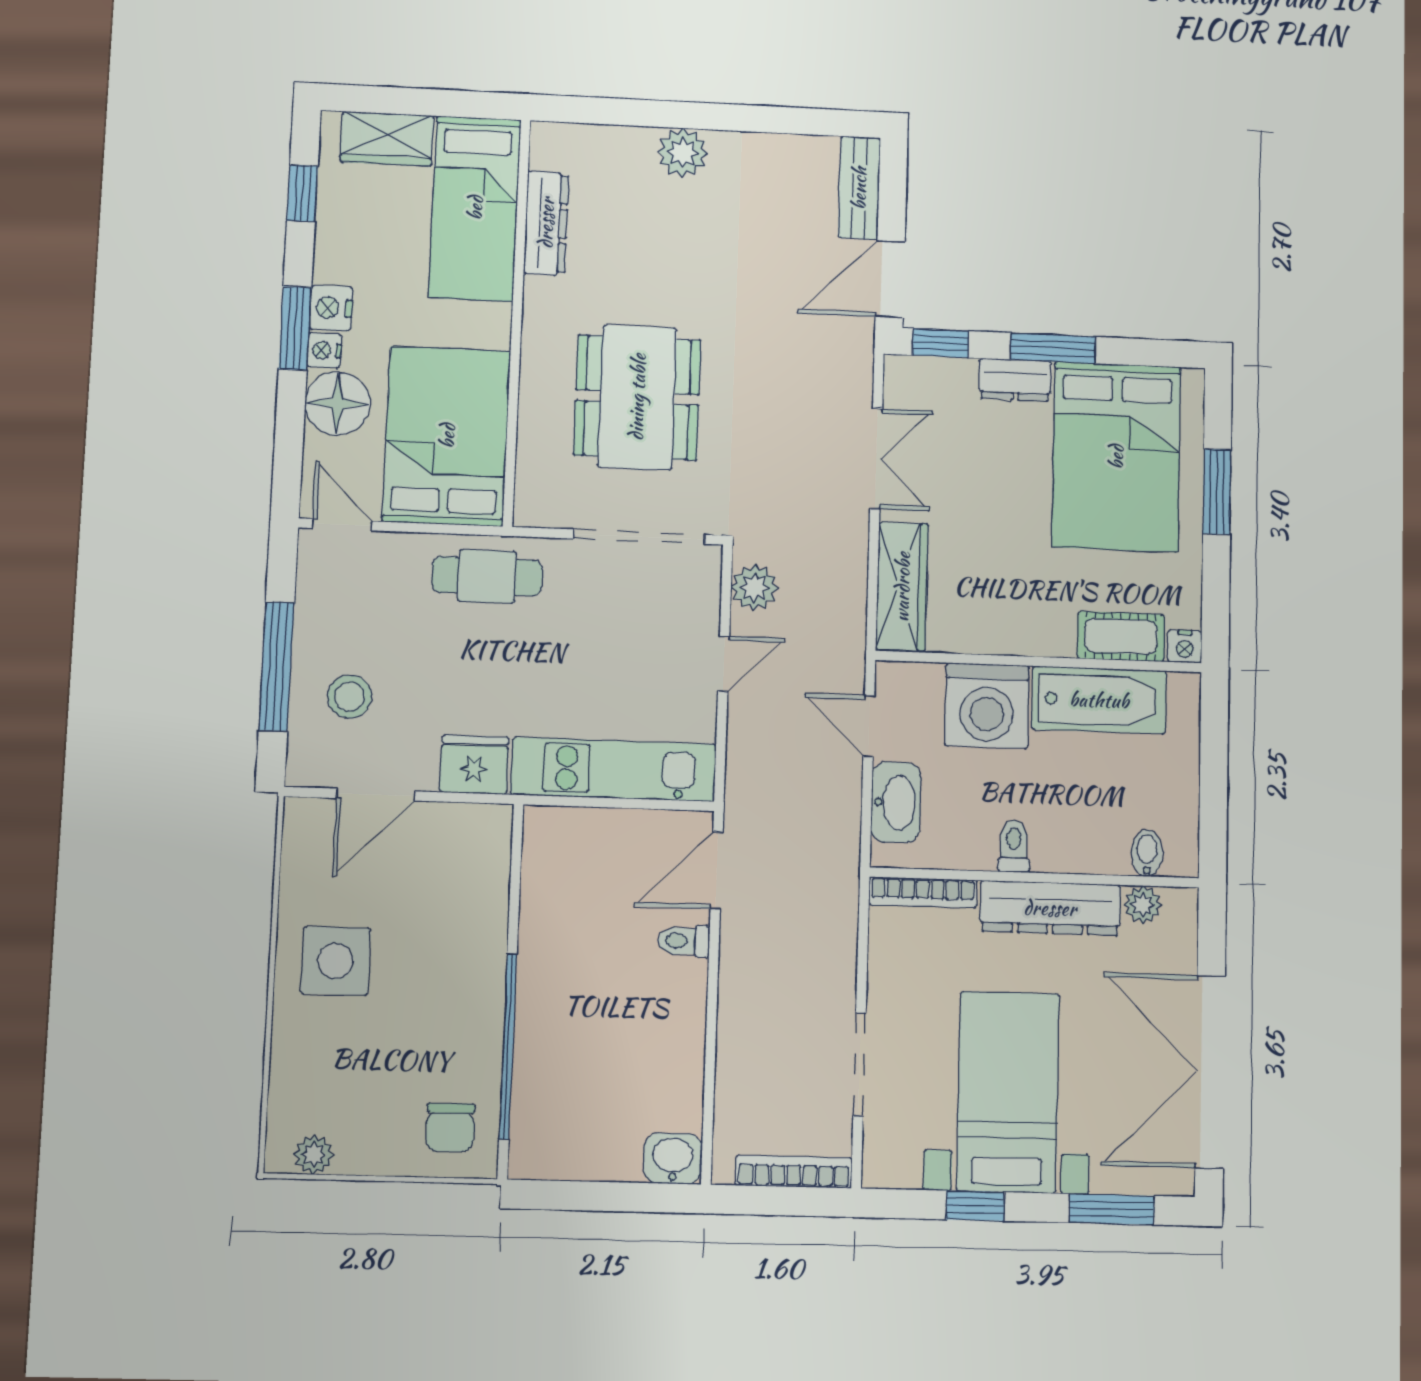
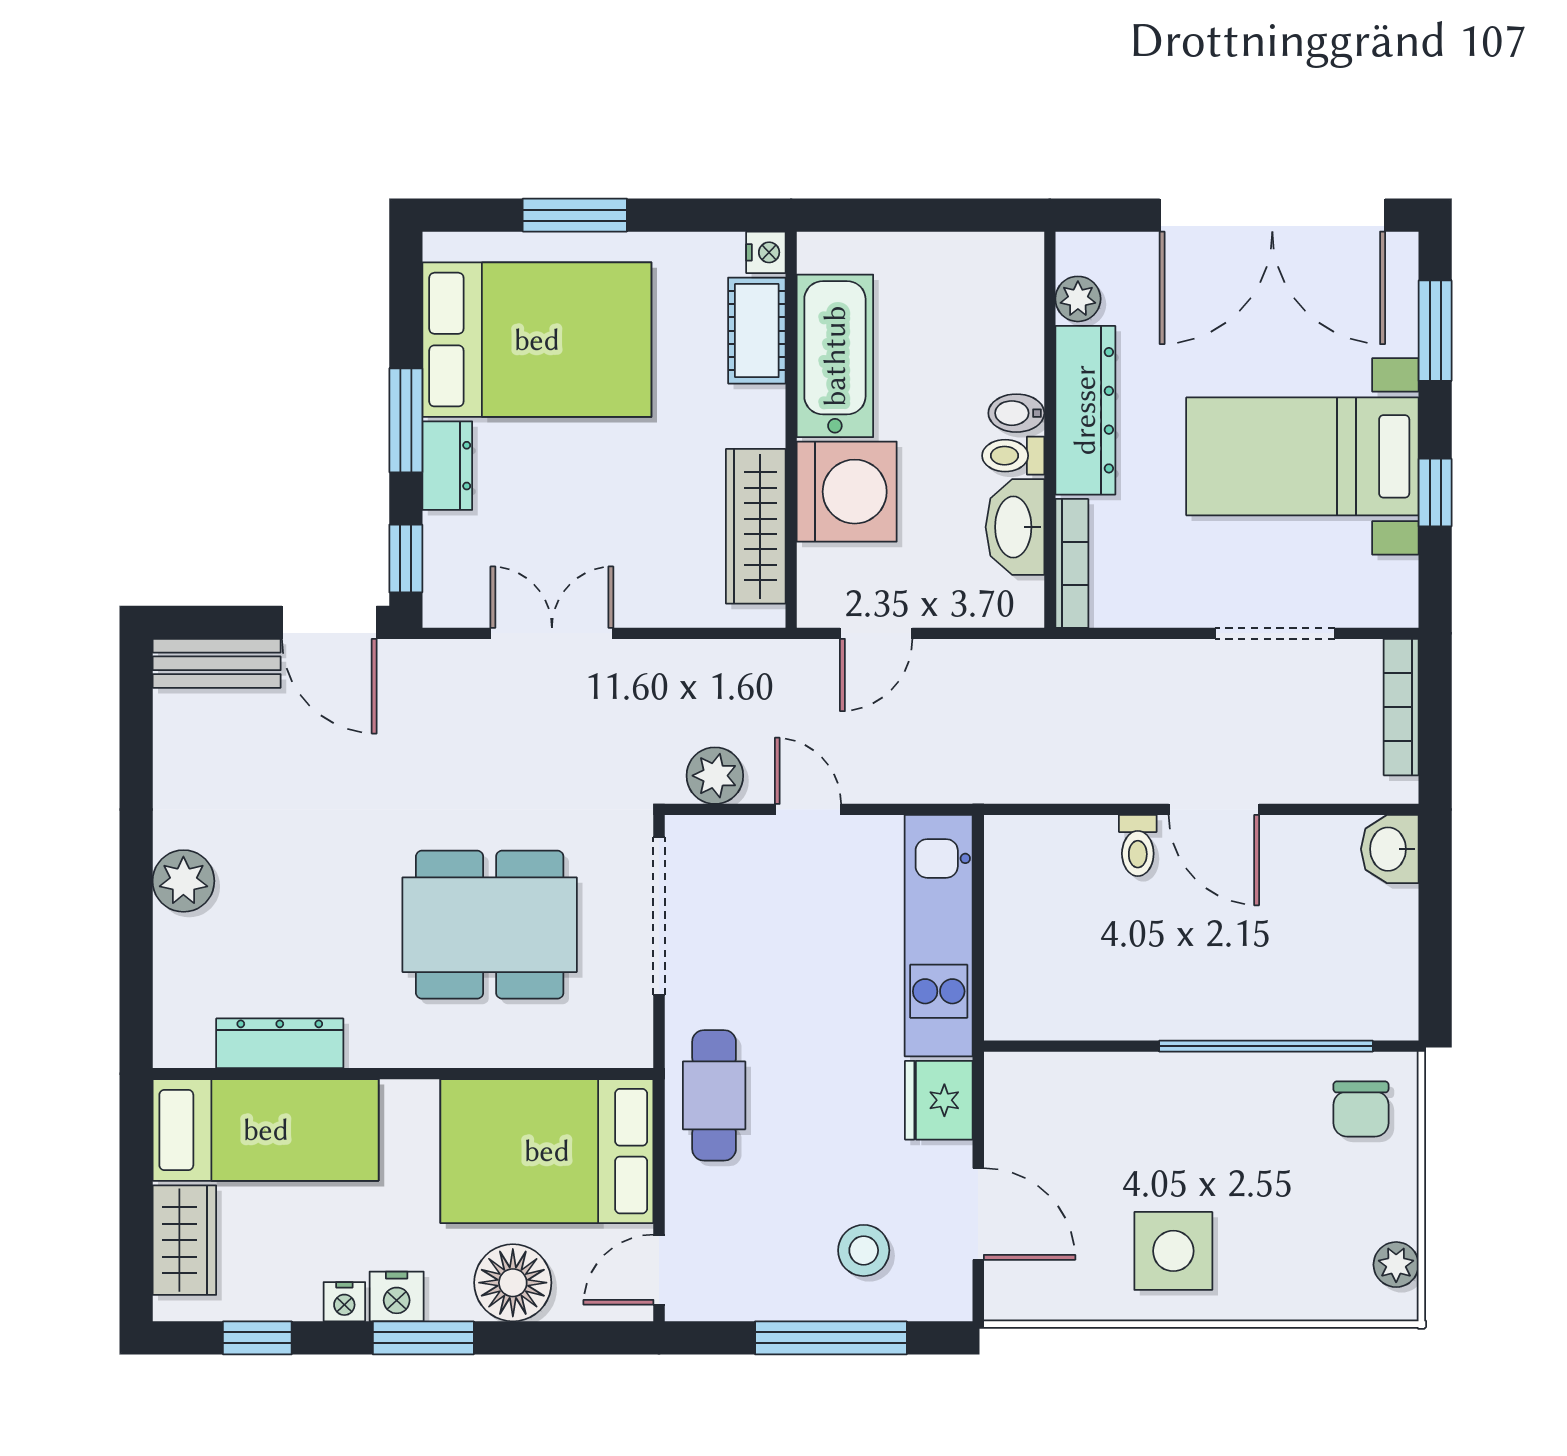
nightstand: (324, 350) -> (344, 1302), moved
wardrobe: (902, 587) -> (756, 526), moved, turned -90
washbasin: (896, 802) -> (1015, 527), moved, turned -90
bidet: (1147, 853) -> (1016, 413), moved
door: (717, 871) -> (1214, 809), moved
chair: (450, 1127) -> (1361, 1109), turned 90

